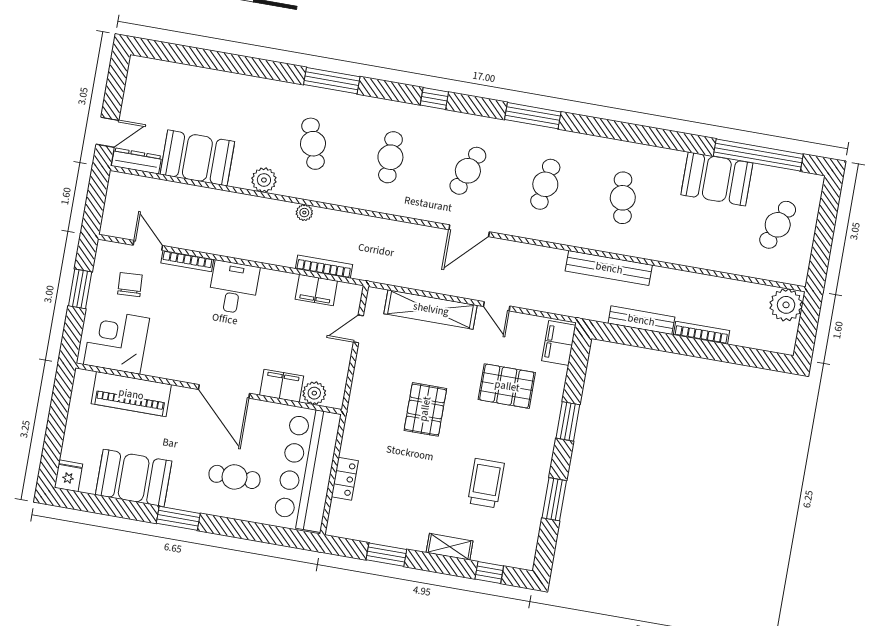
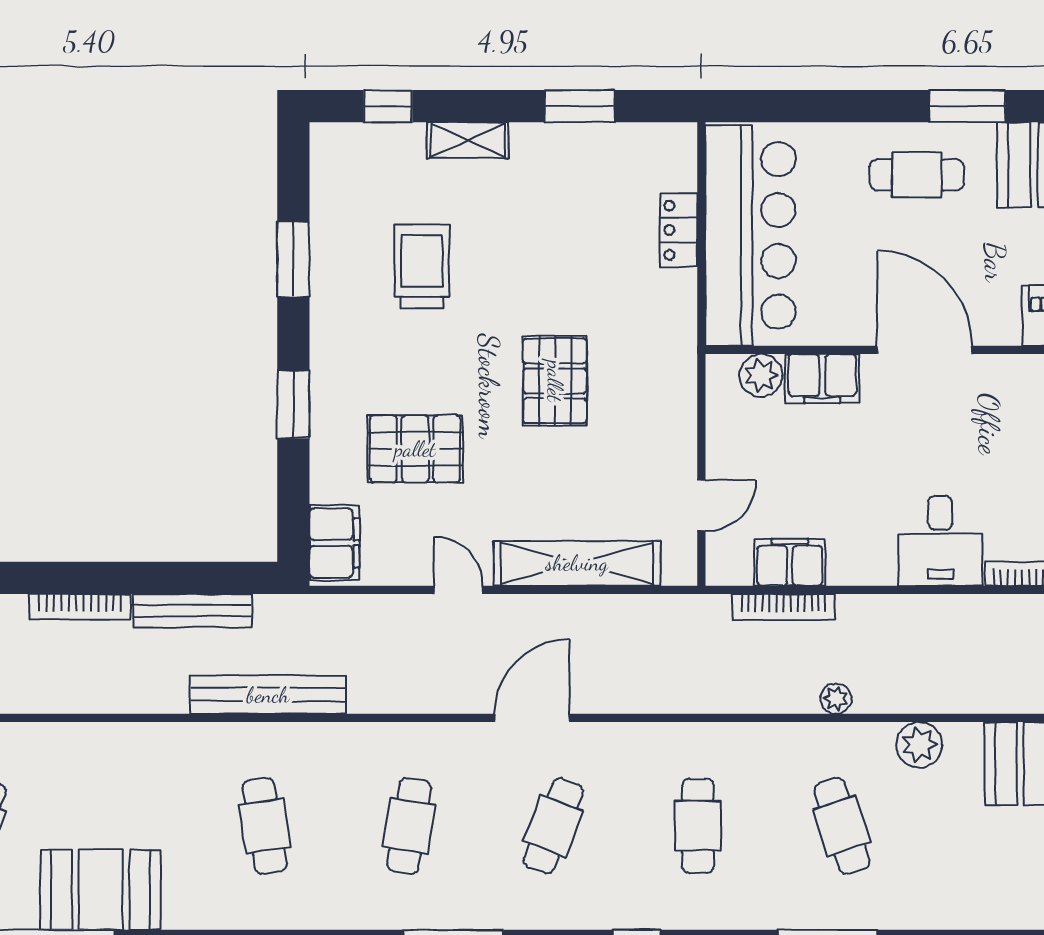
cafe table: (235, 477) -> (917, 175), moved
trolley: (486, 483) -> (422, 267), turned 180

